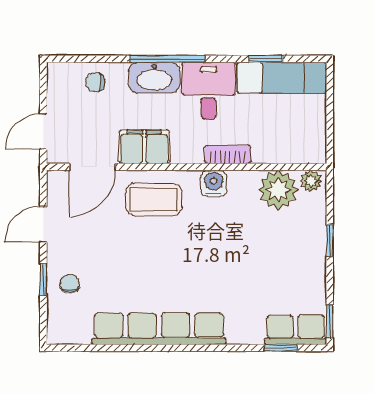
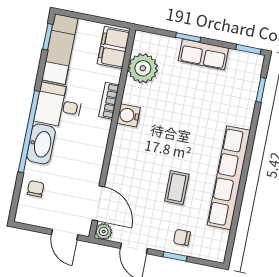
window: (167, 59) -> (29, 132), width x1.46
window: (266, 59) -> (48, 37), moved
chair: (95, 82) -> (36, 189), turned 180
filing cabinet: (144, 147) -> (114, 48), moved
plant: (311, 181) -> (104, 231), moved
coffee table: (154, 199) -> (177, 188), moved, width x0.73, depth x0.77
row of seats: (296, 330) -> (203, 54), moved, turned -90

